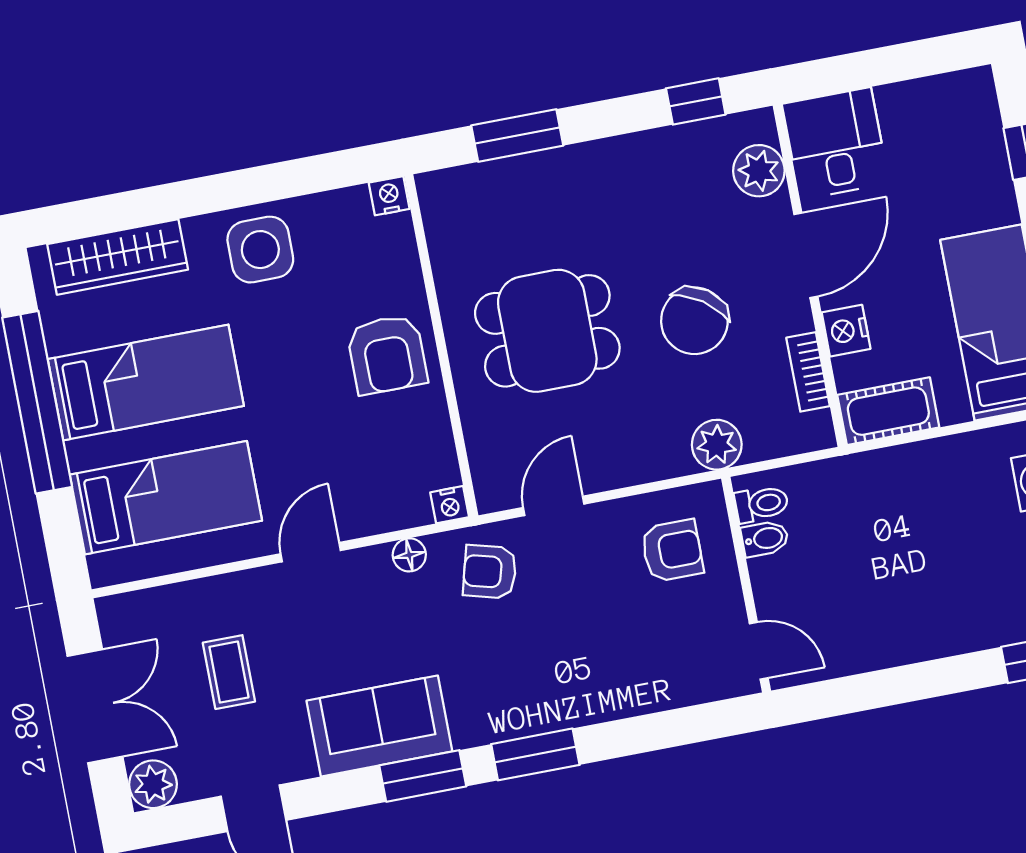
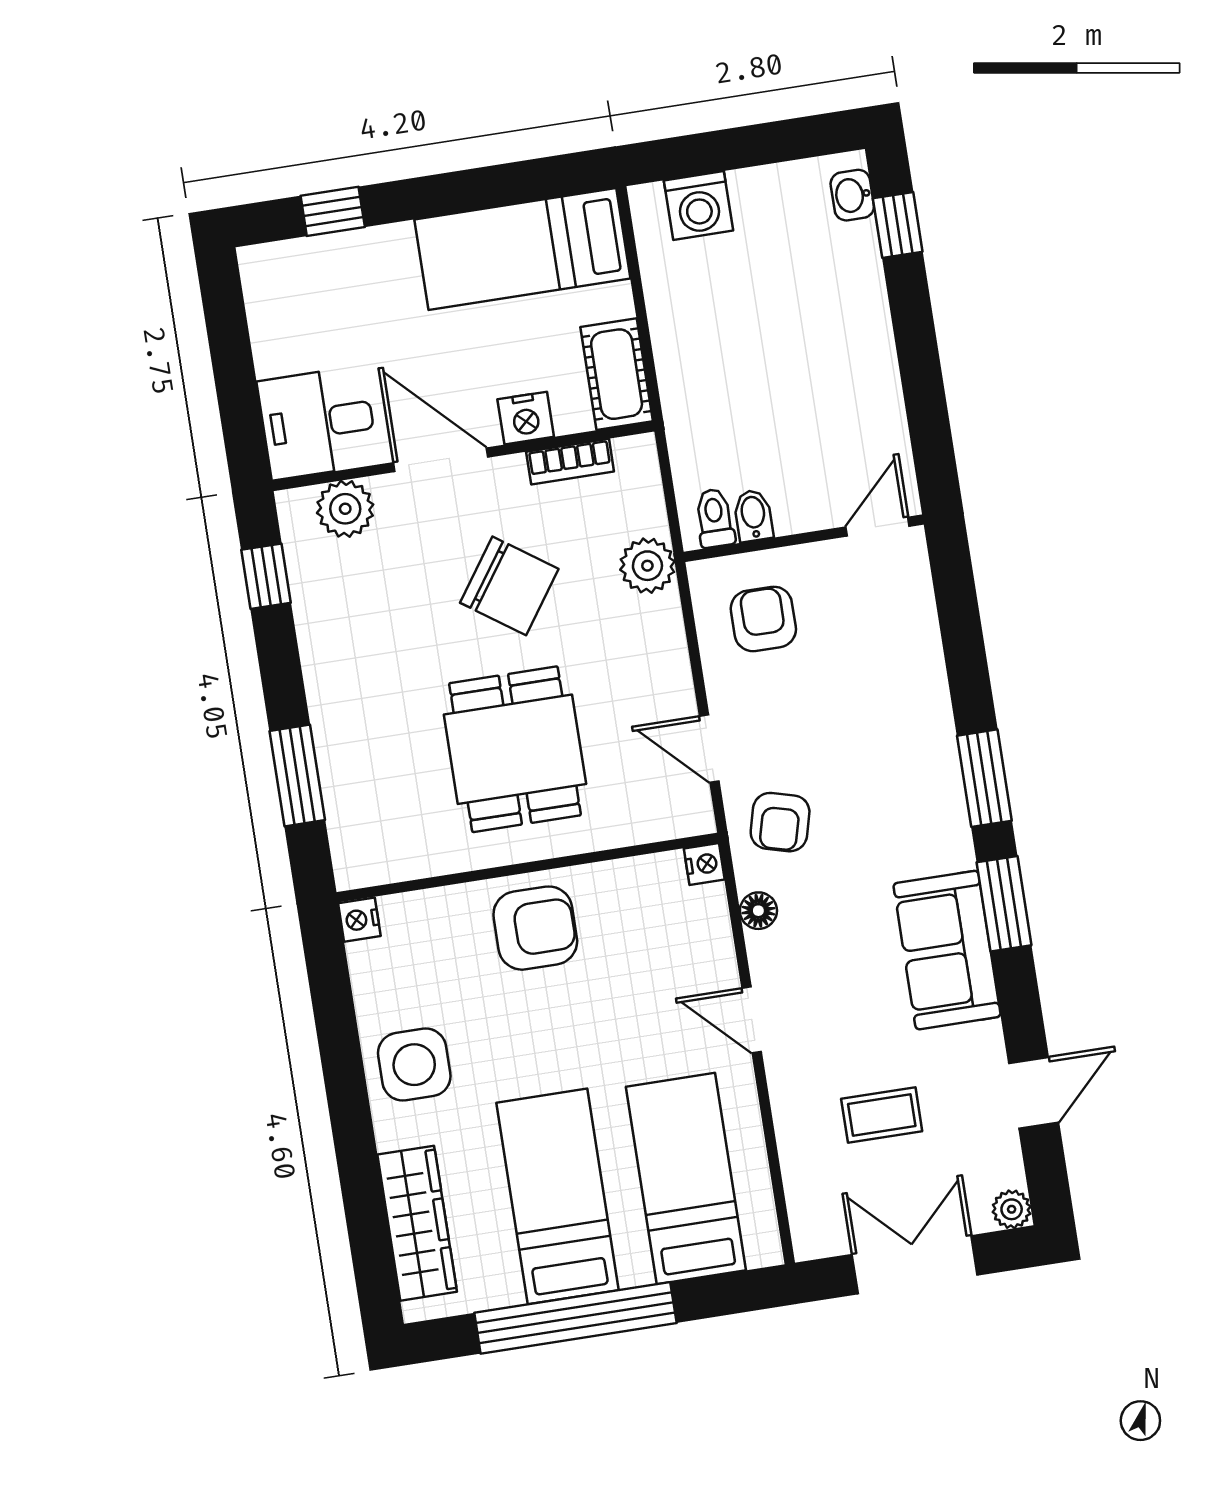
plant: (153, 784) -> (1012, 1209), width x0.73, depth x0.73

